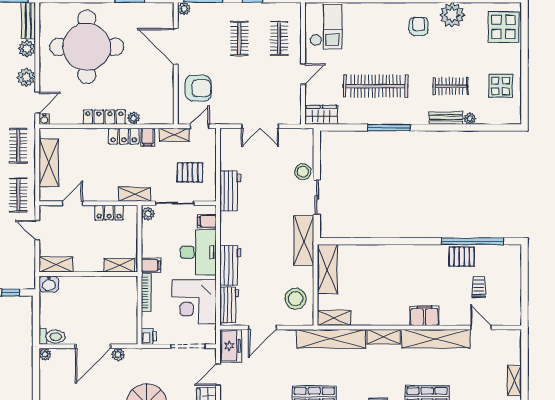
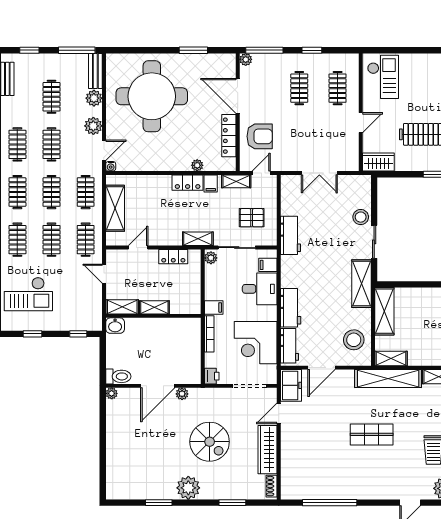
locker: (104, 117) -> (229, 136), moved, turned -90
desk: (198, 252) -> (260, 289), width x0.73
shelving: (119, 265) -> (154, 307), moved

